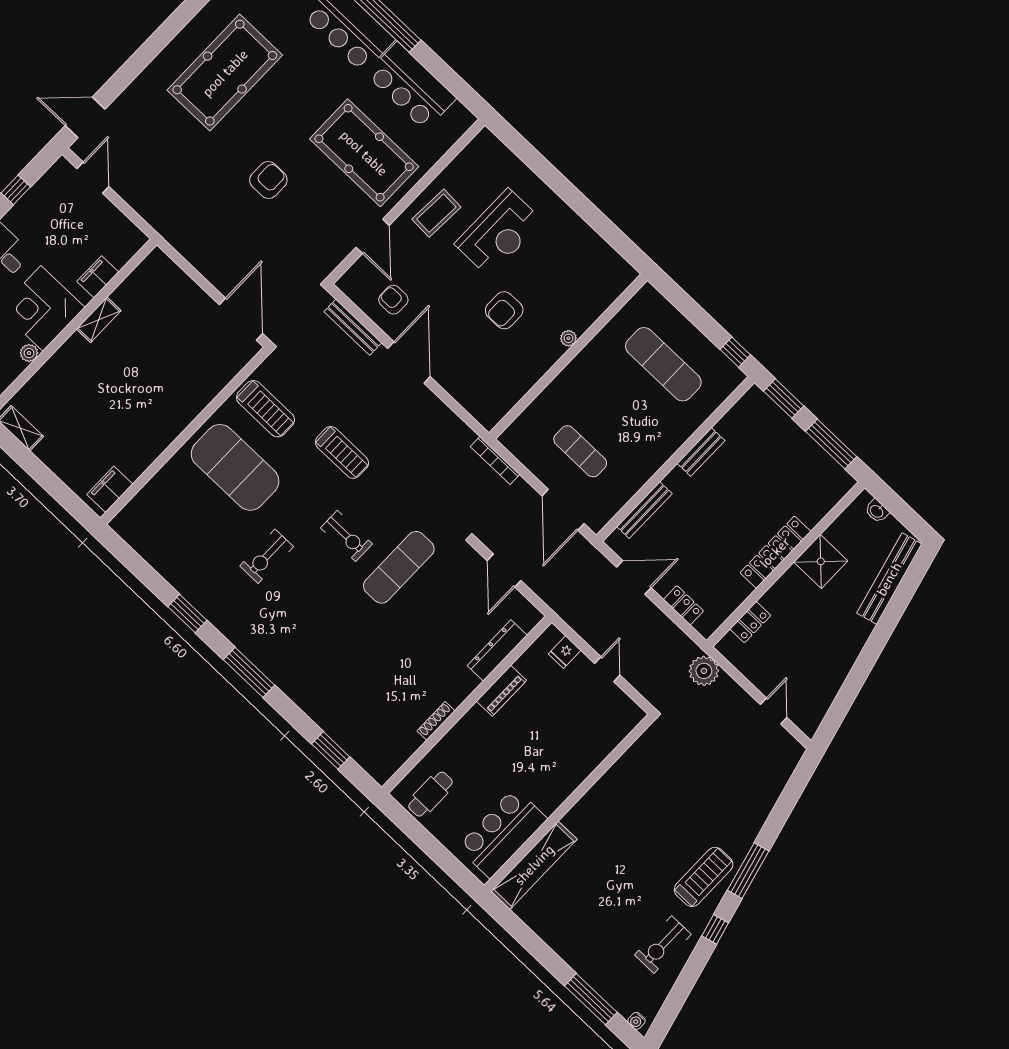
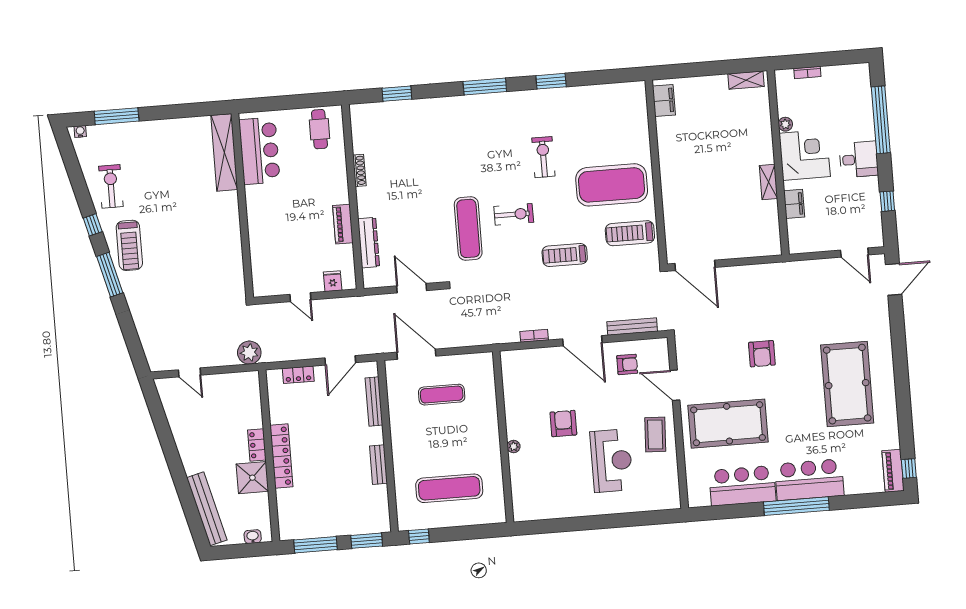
reception desk: (499, 233) -> (611, 461), turned 180
bookcase: (495, 460) -> (534, 336), moved, width x0.64
exercise bike: (346, 536) -> (514, 214), turned 180
locker: (750, 622) -> (257, 445), moved

